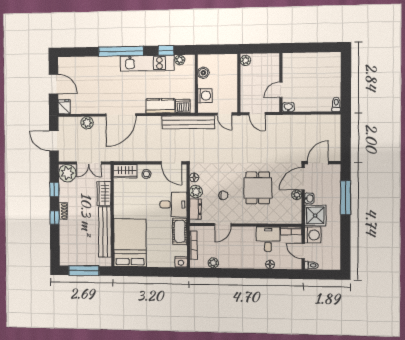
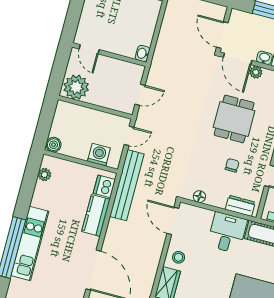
window: (166, 50) -> (27, 189), removed
plant: (246, 60) -> (76, 87), width x1.87, depth x1.87
kitchen unit: (147, 63) -> (30, 243), moved
boiler: (203, 73) -> (54, 145), moved
door: (281, 90) -> (89, 49), moved
door: (171, 163) -> (173, 221), swing flipped
dining table: (258, 188) -> (234, 119), turned 90
plant: (196, 192) -> (218, 199), removed

